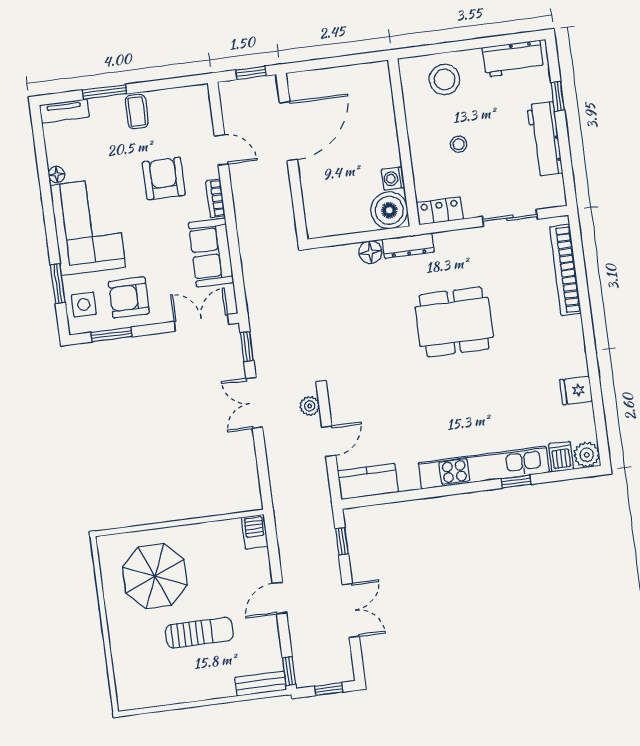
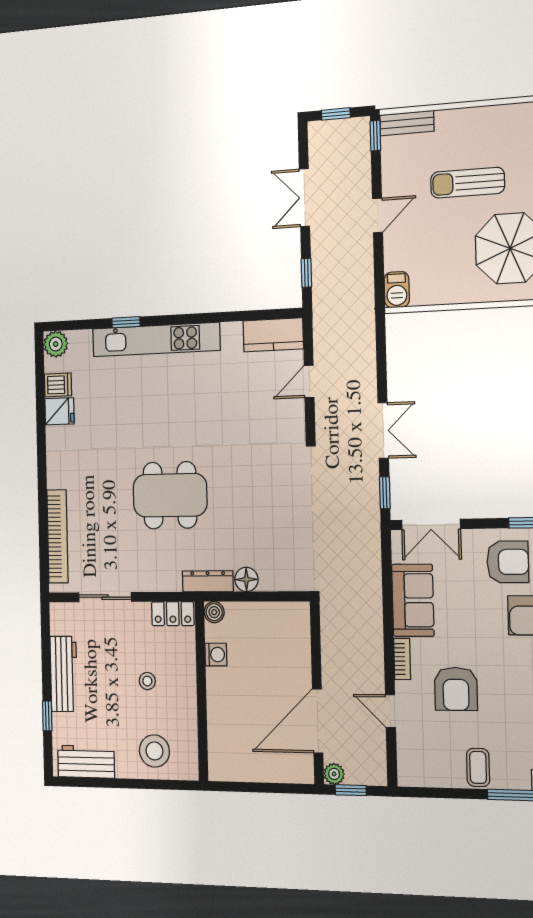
boiler: (389, 210) -> (214, 612), width x0.54, depth x0.54
plant: (310, 406) -> (334, 774), moved
dishwasher: (561, 457) -> (58, 385), moved, turned -90

